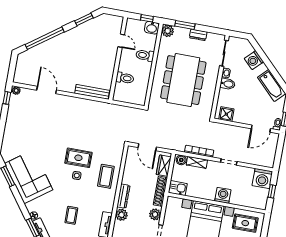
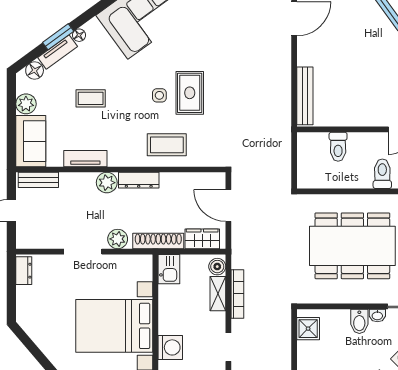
door: (147, 147) -> (228, 206), hinge flipped

